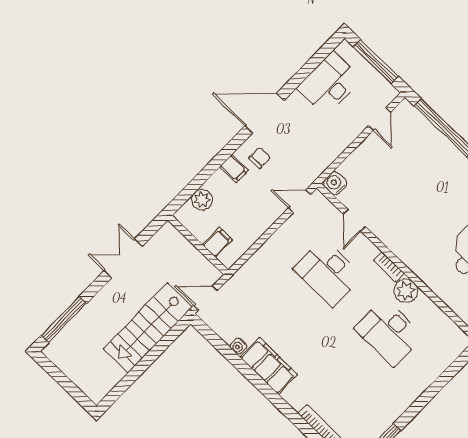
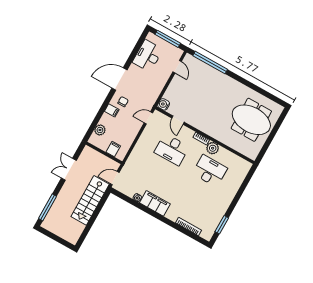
desk: (389, 332) -> (210, 171), turned 180

